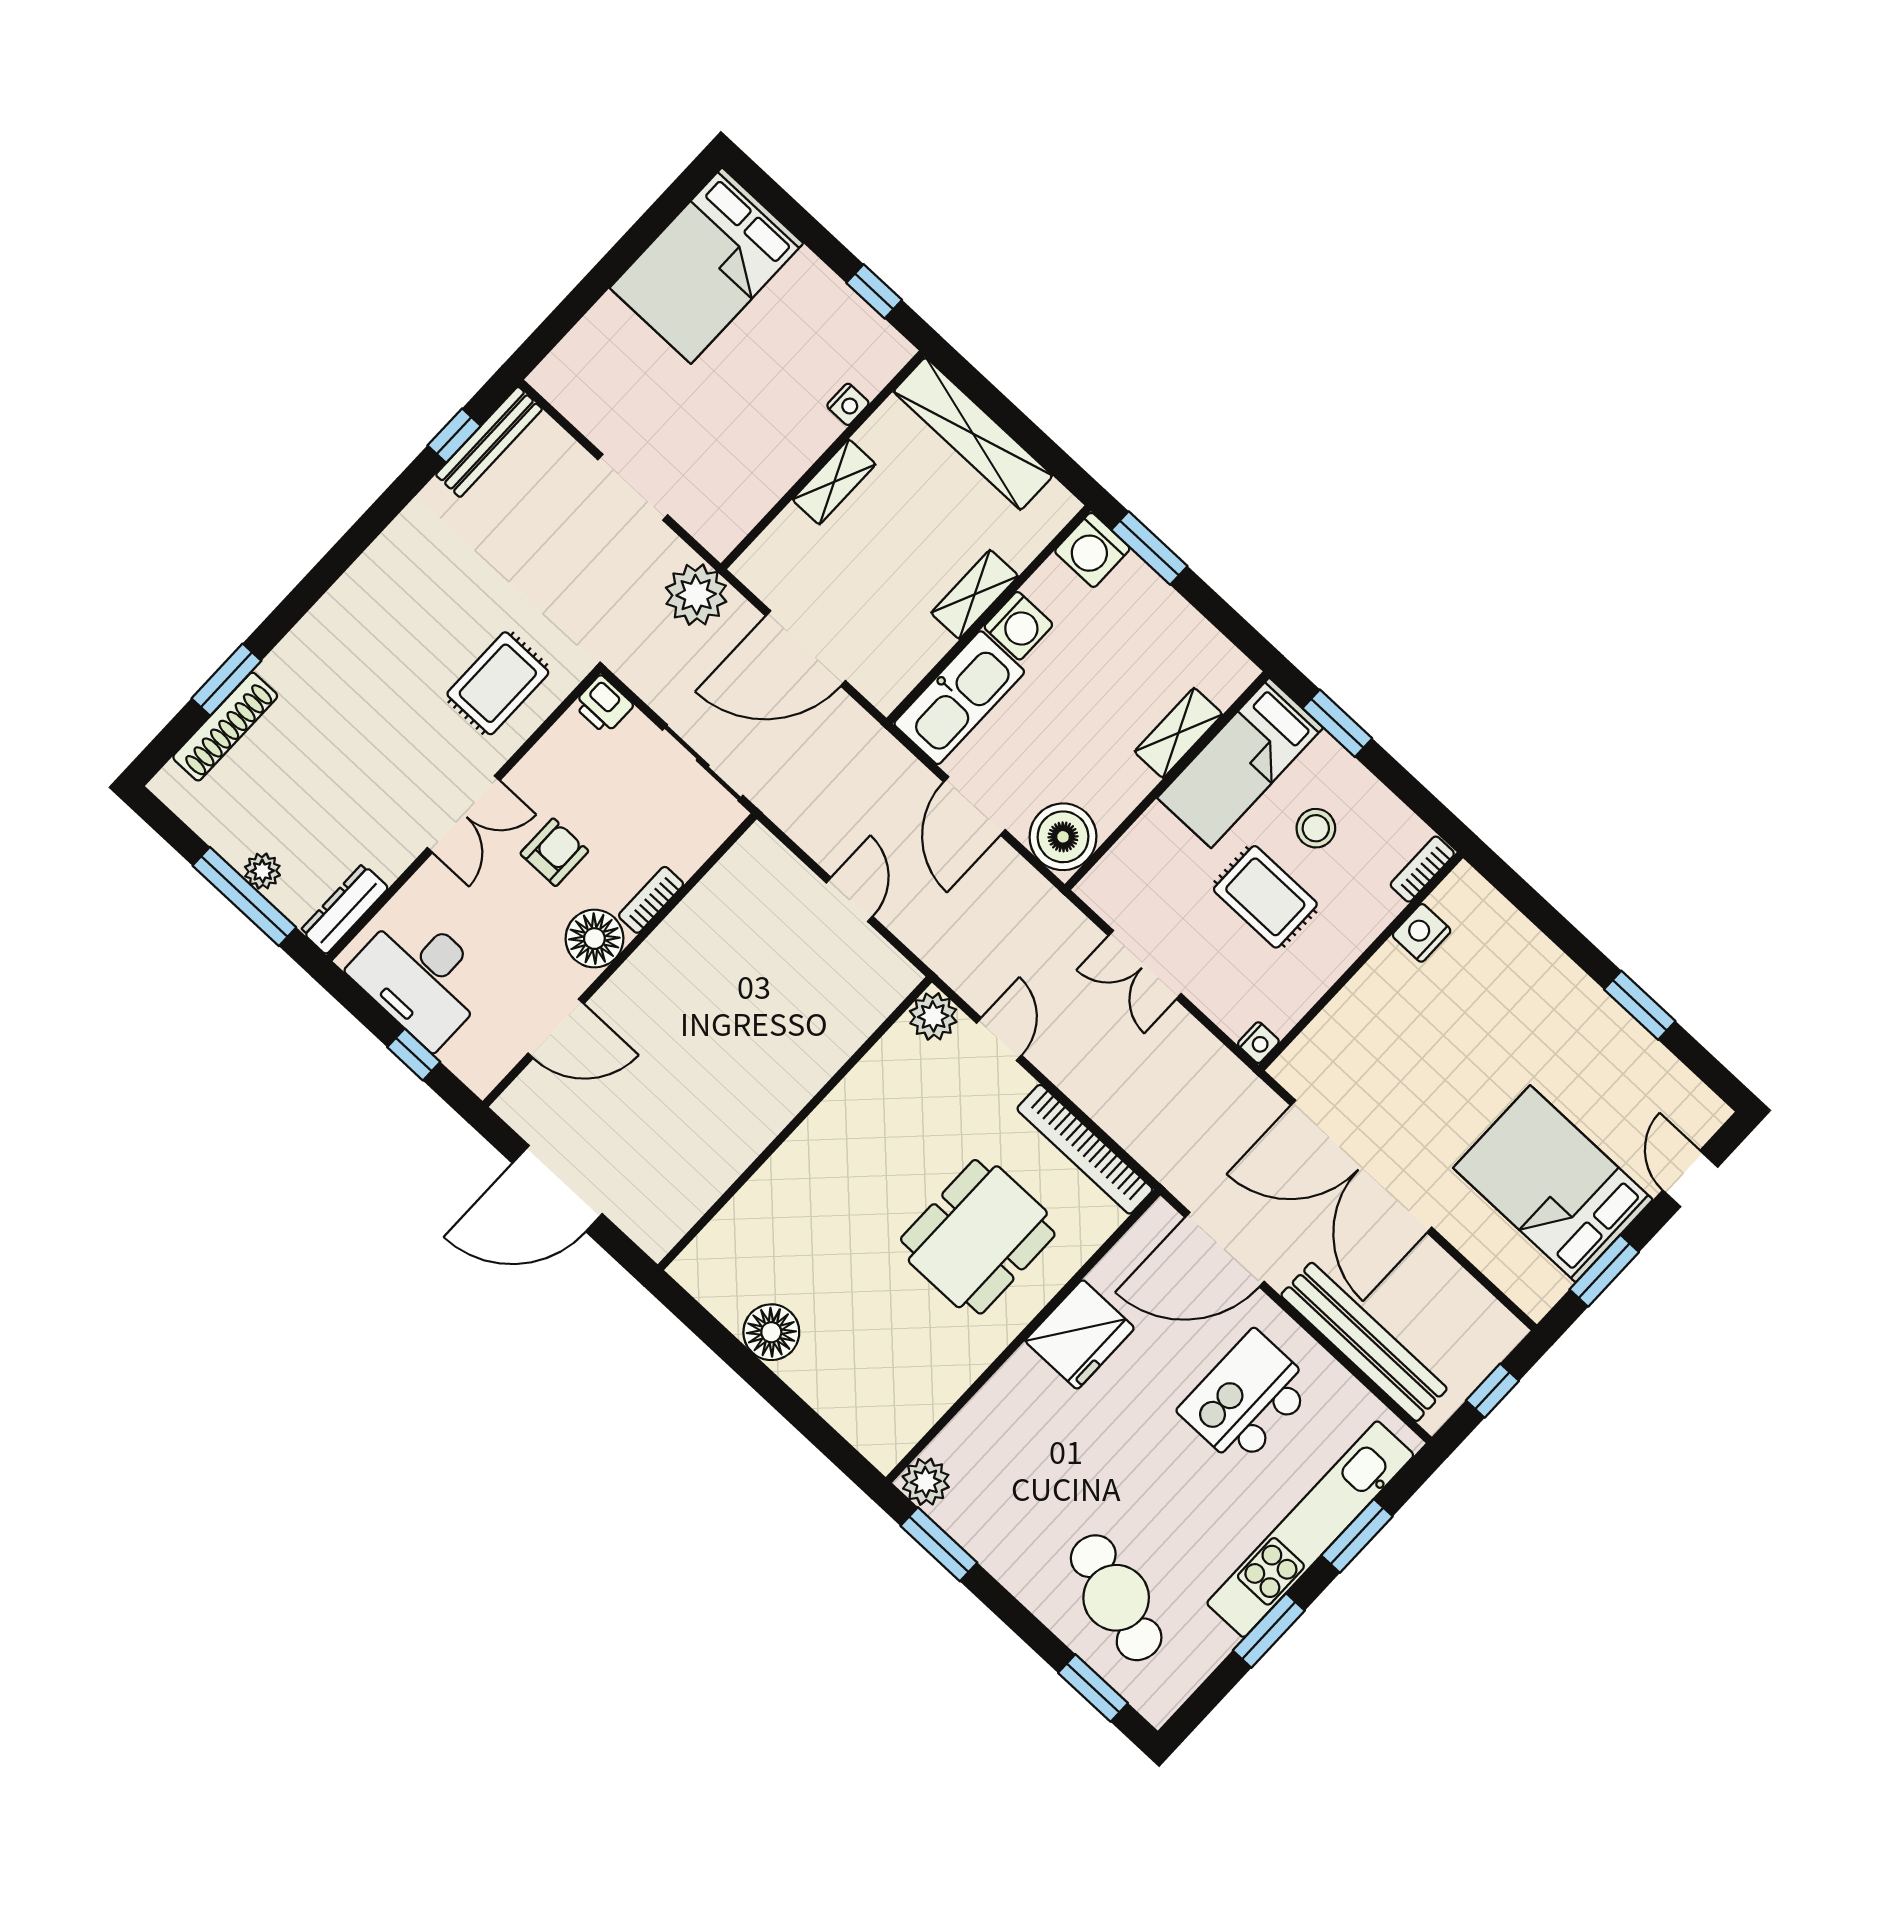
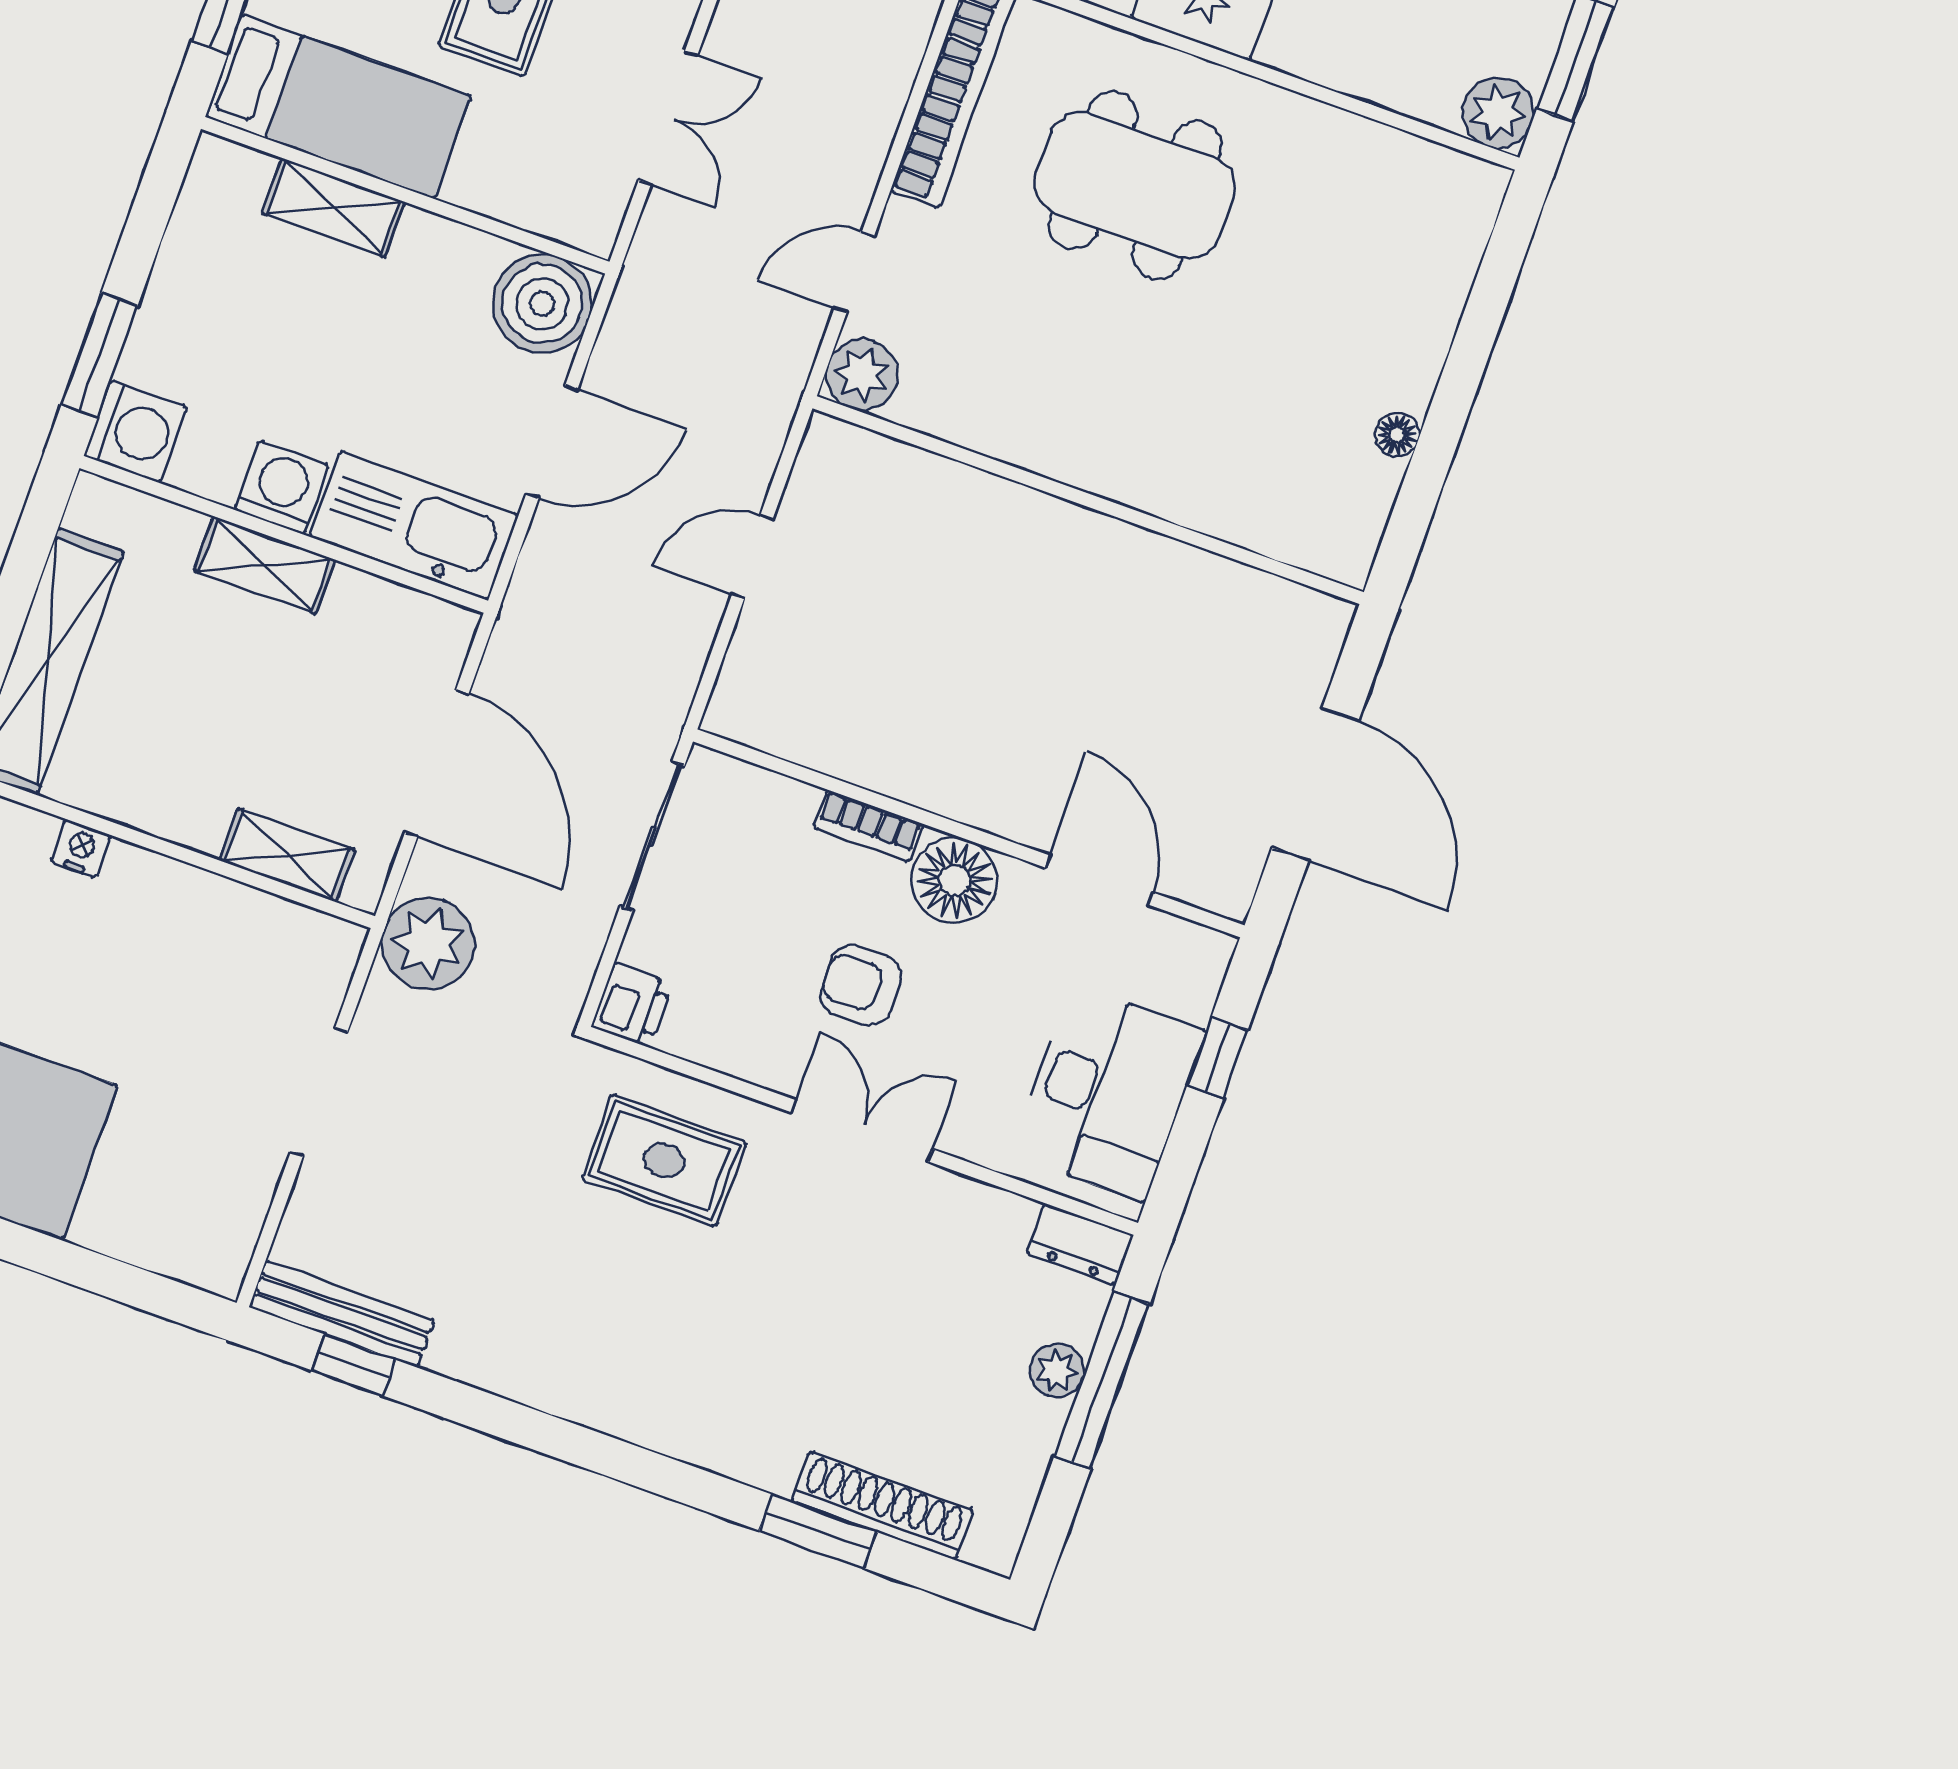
shelving: (834, 482) -> (287, 855), moved
dresser: (344, 909) -> (1080, 1244), width x0.70
floor lamp: (771, 1332) -> (1397, 435), width x0.53, depth x0.53

